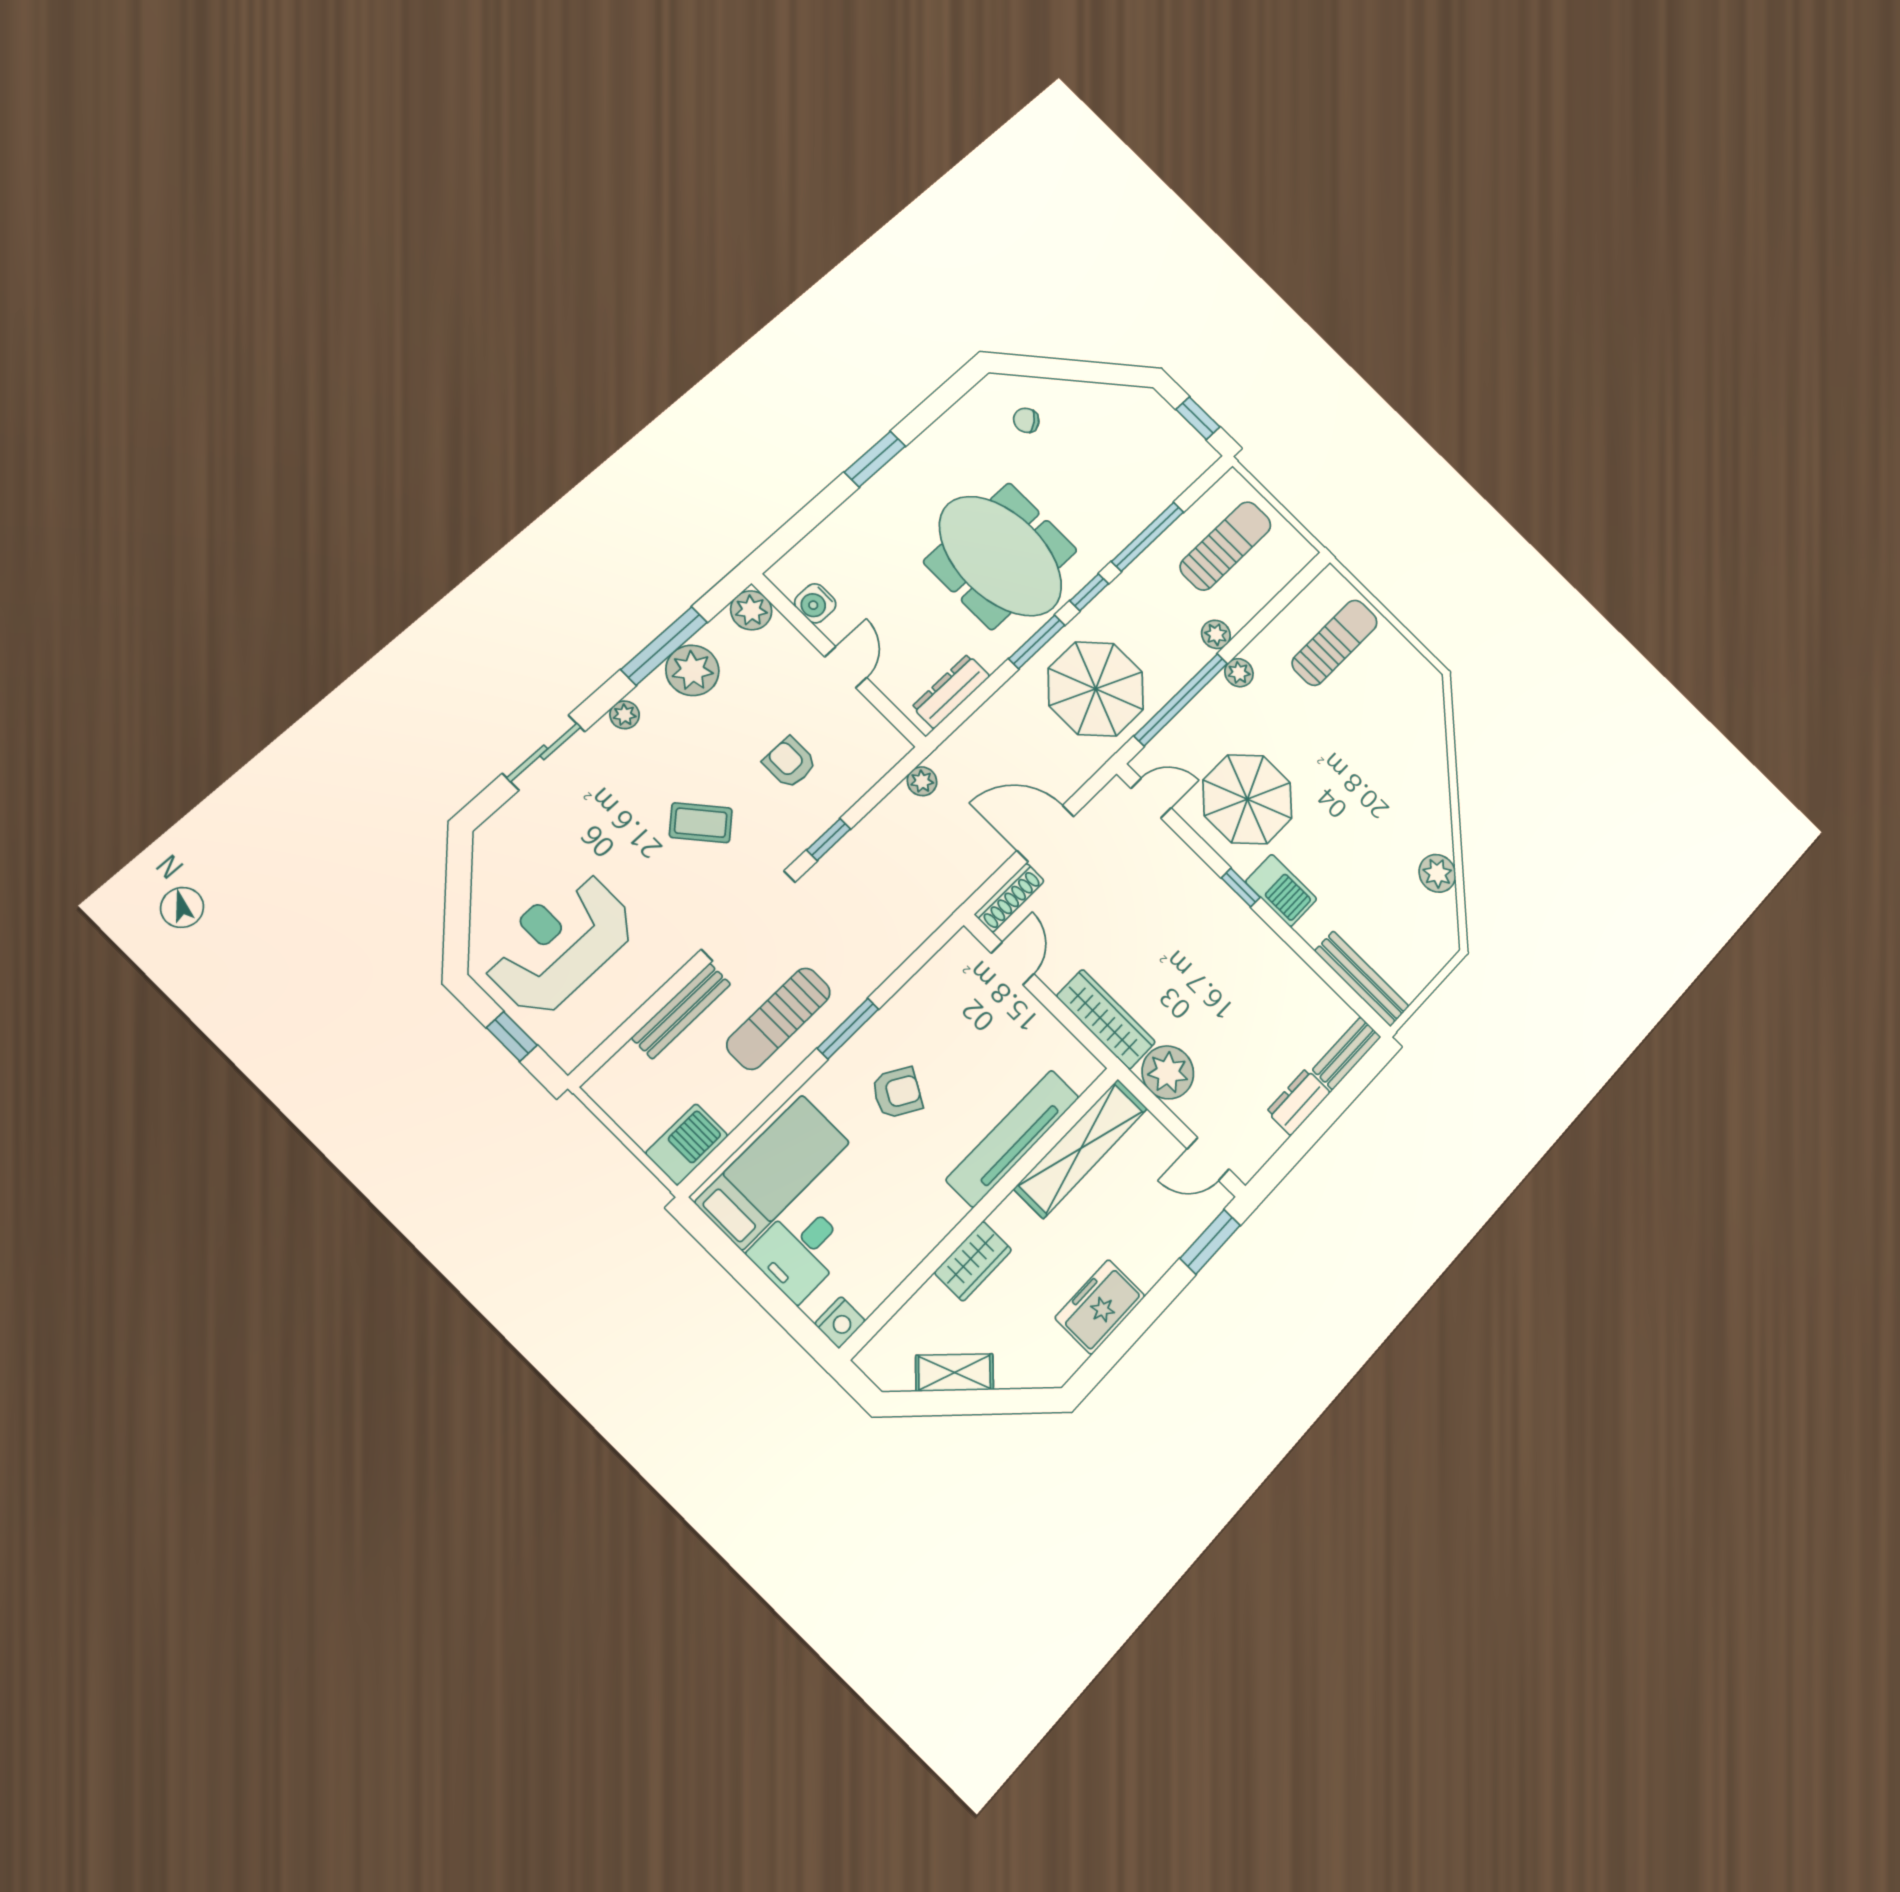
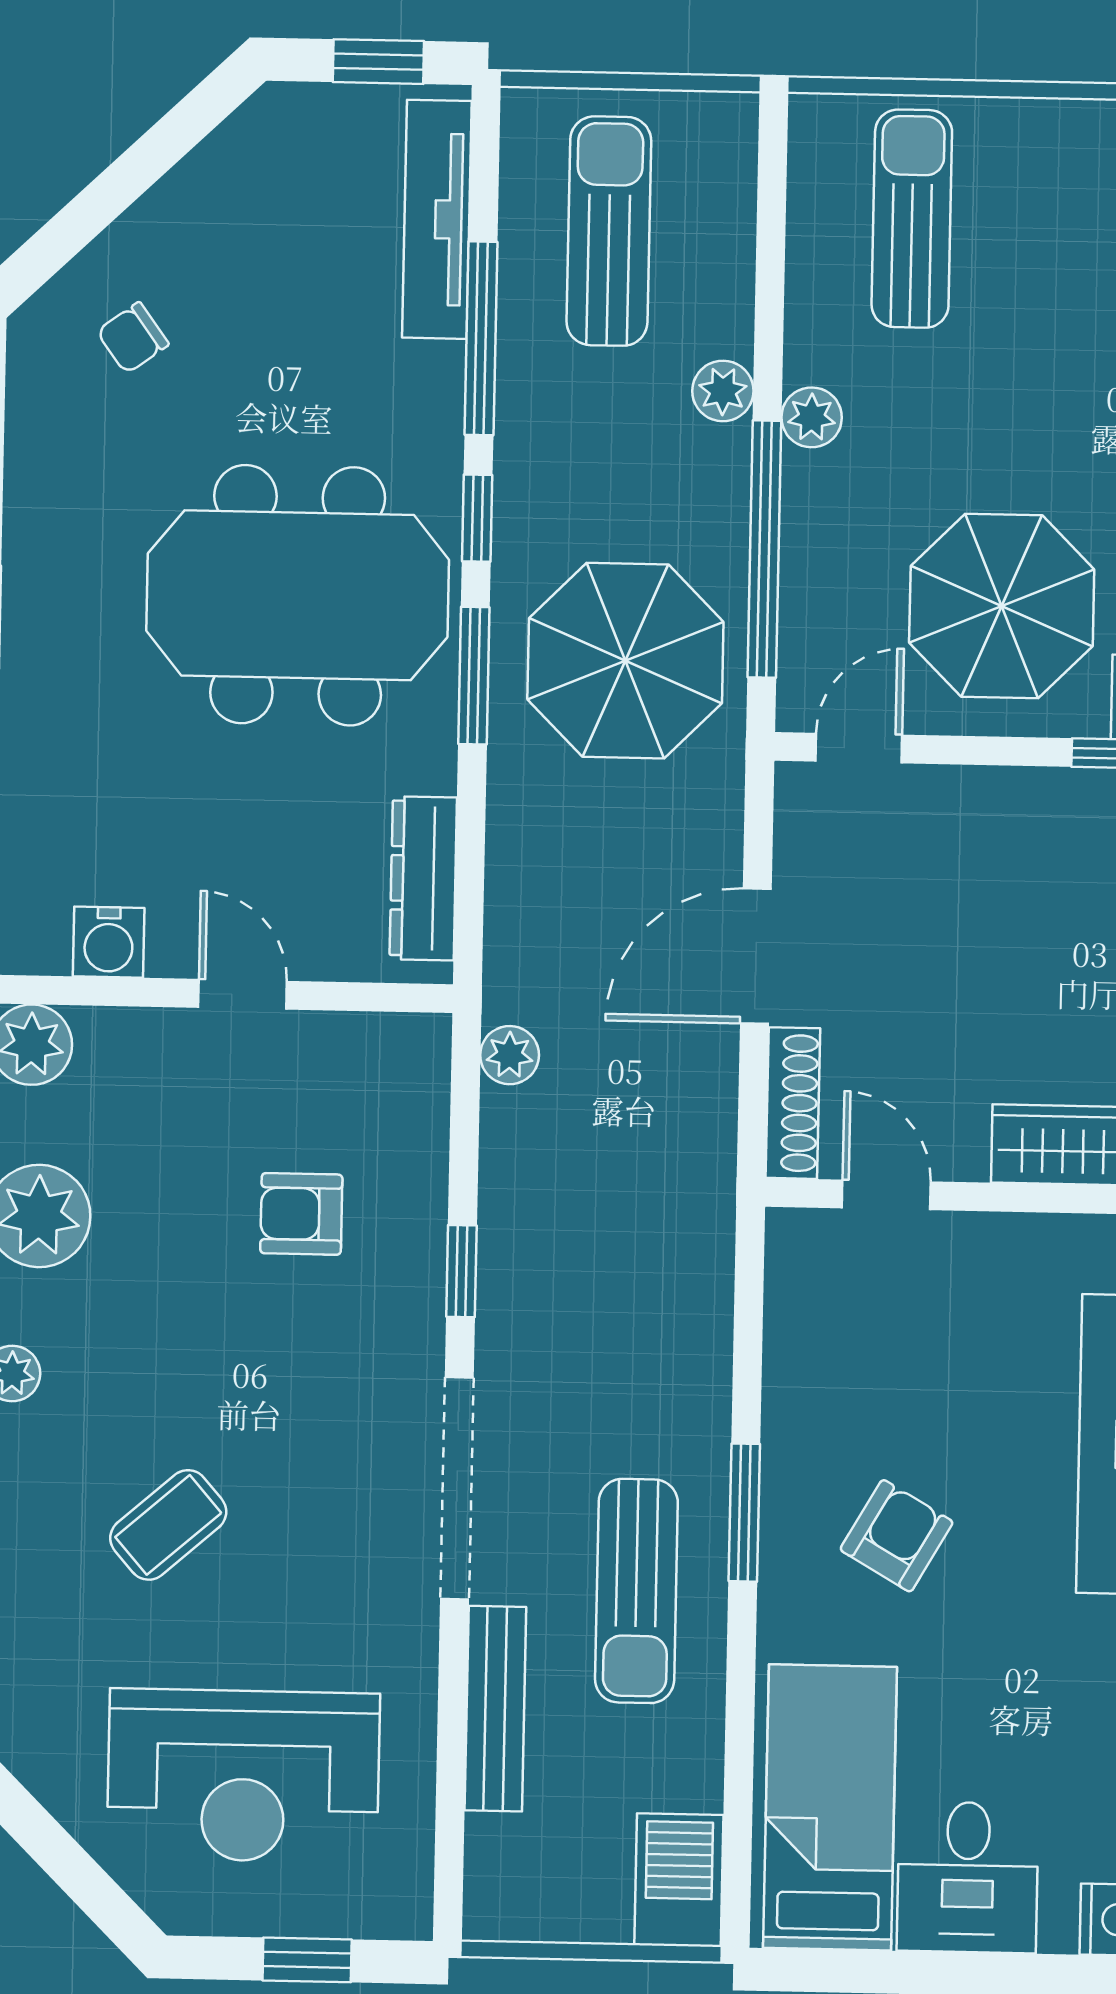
tv unit: (1169, 485) -> (437, 219), added
coffee table: (701, 823) -> (168, 1525), moved
reception desk: (559, 943) -> (243, 1776), turned -90

